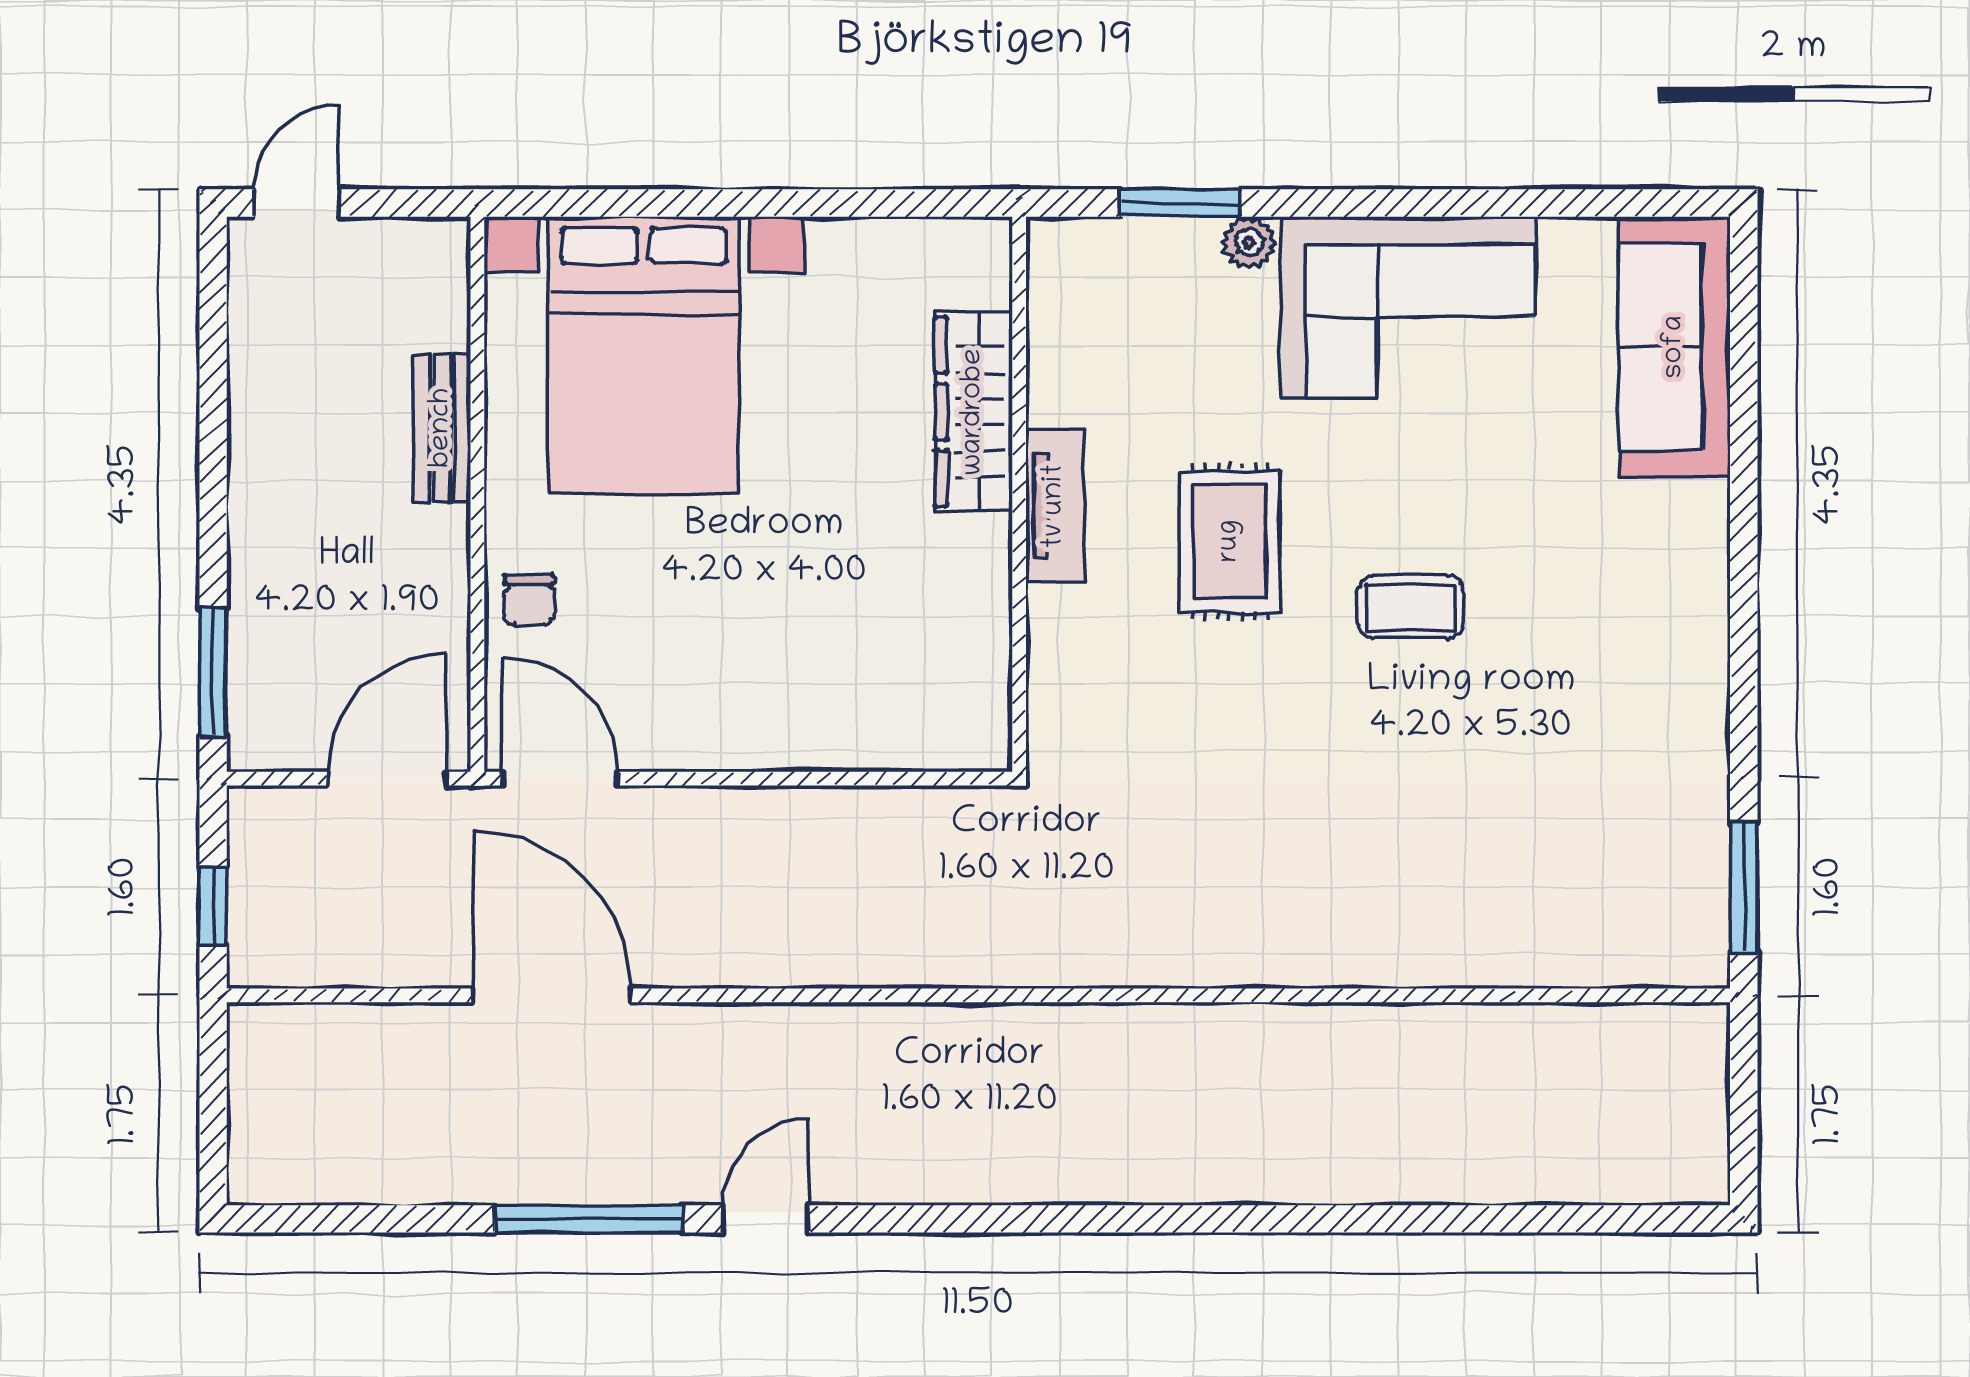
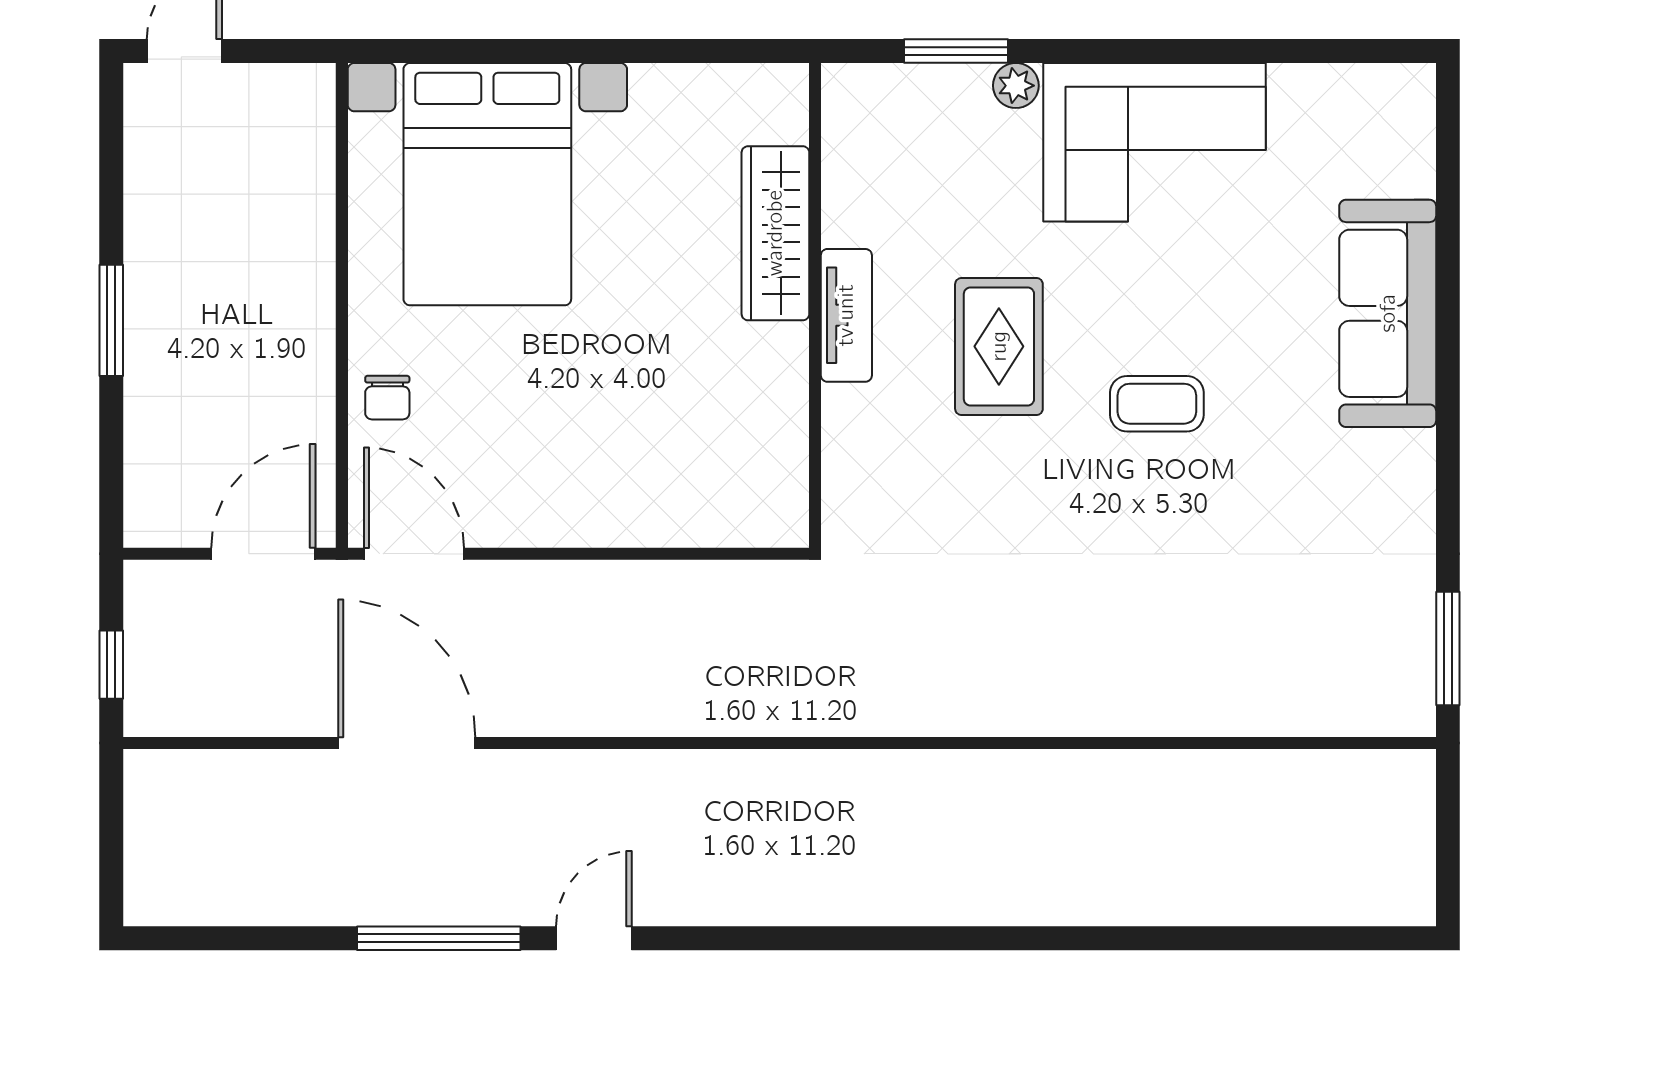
sofa: (1675, 347) -> (1388, 313), moved
bench: (442, 428) -> (311, 247), removed
window: (213, 672) -> (111, 320), moved

